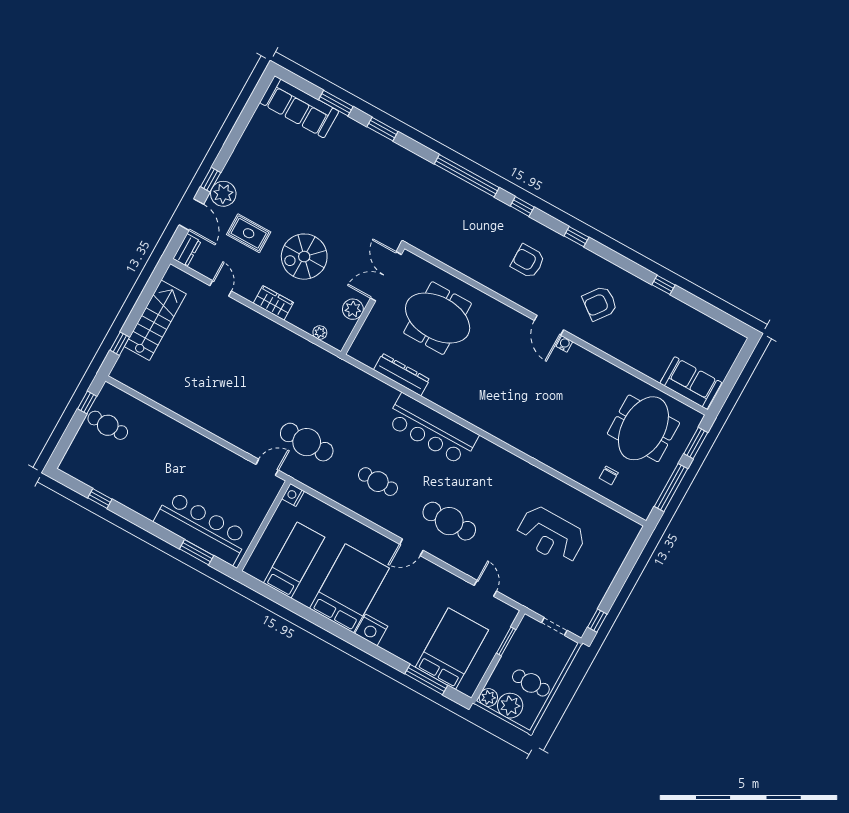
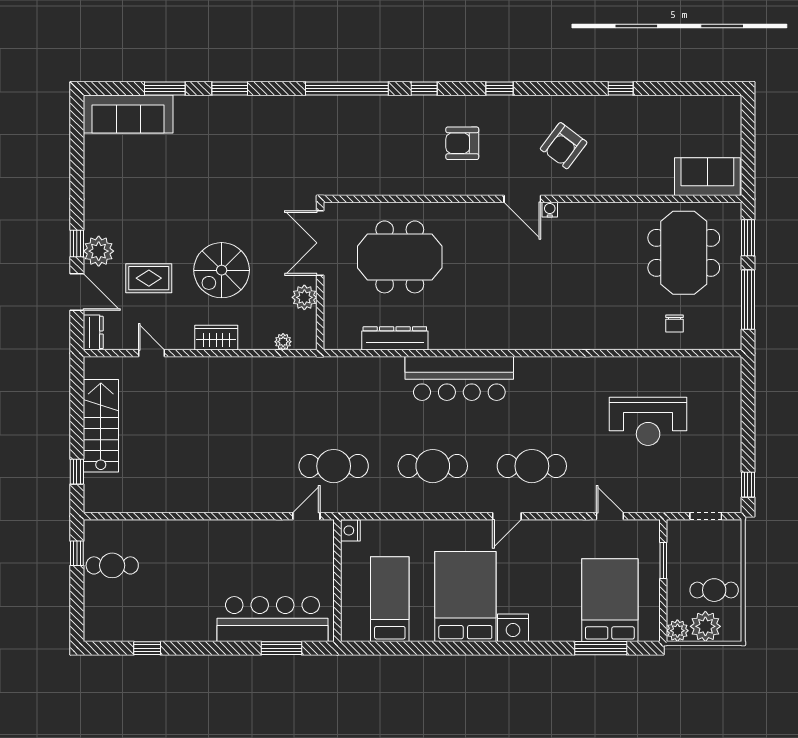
cafe table: (378, 482) -> (433, 466), width x1.37, depth x1.35

